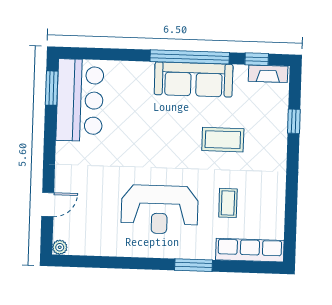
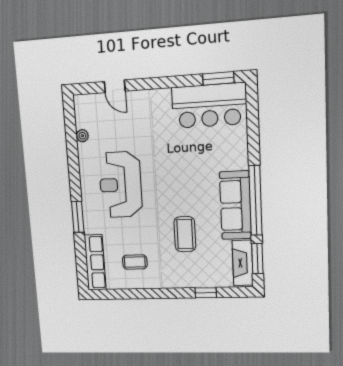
window: (257, 59) -> (257, 259), width x1.50
fireplace: (268, 74) -> (243, 263), width x1.37, depth x1.32
coffee table: (228, 203) -> (135, 262), moved
plant: (60, 247) -> (82, 136), moved

